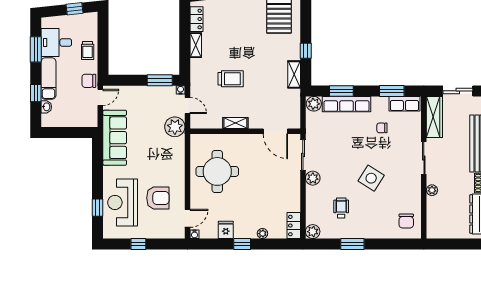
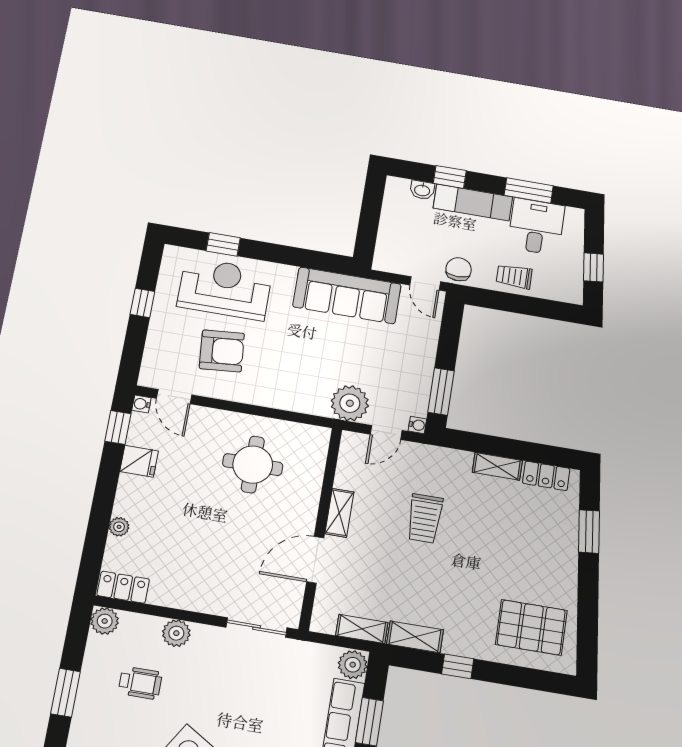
shelving: (295, 102) -> (362, 629), added
door: (275, 131) -> (315, 560), moved
round table: (217, 171) -> (253, 465), width x0.73, depth x0.73
plant: (313, 178) -> (176, 633), moved
armchair: (158, 198) -> (222, 351), turned -95
window: (242, 244) -> (118, 427), moved

